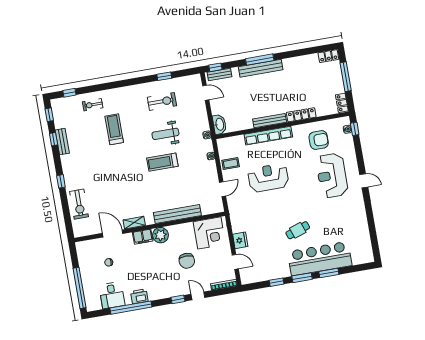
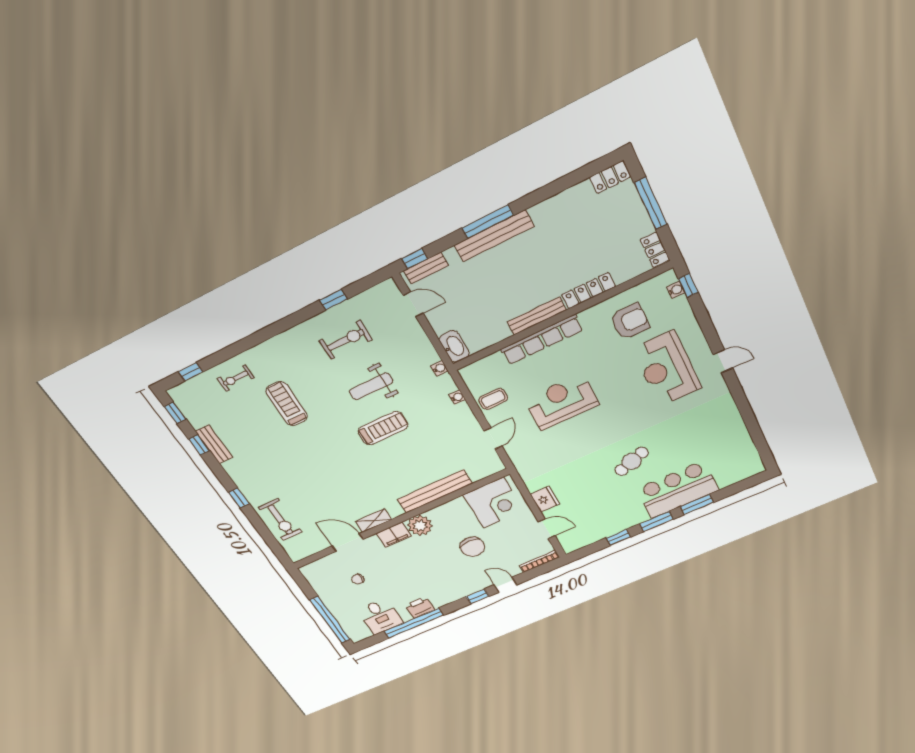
treadmill: (162, 162) -> (383, 428), turned 180
bar counter: (320, 259) -> (677, 490), width x0.73

